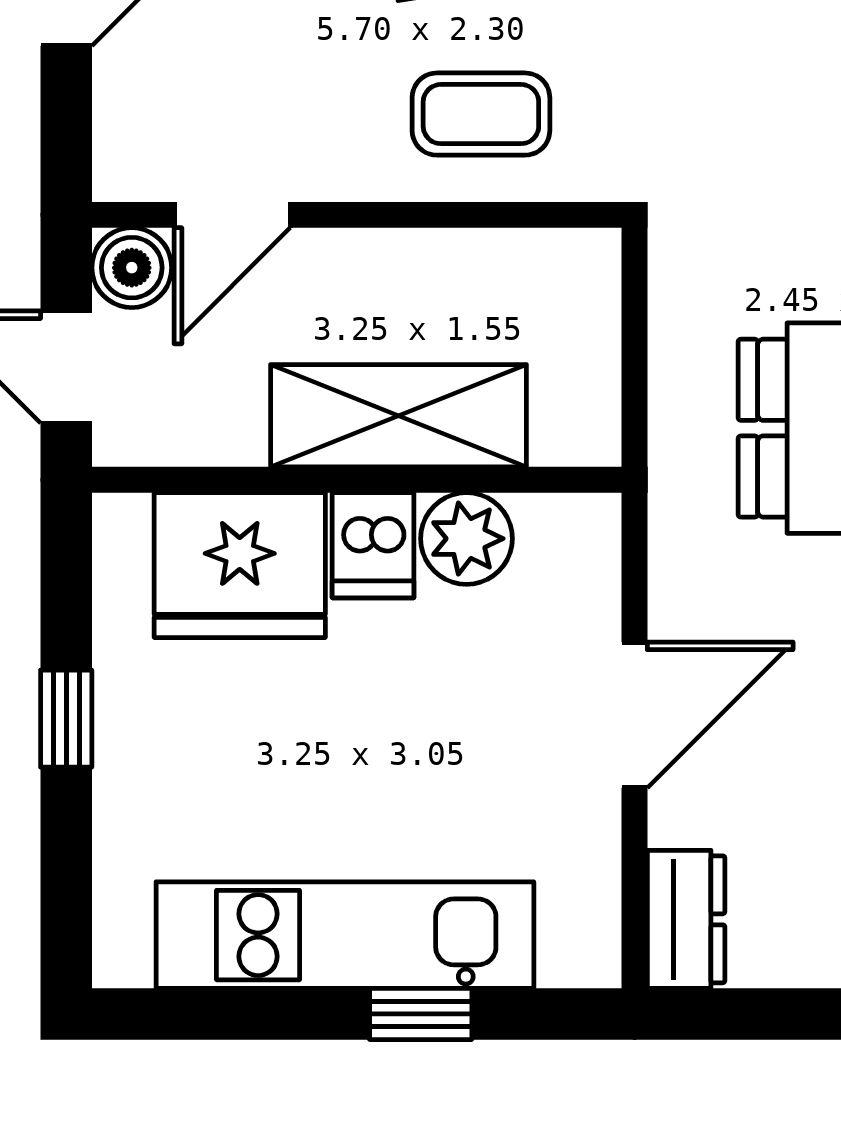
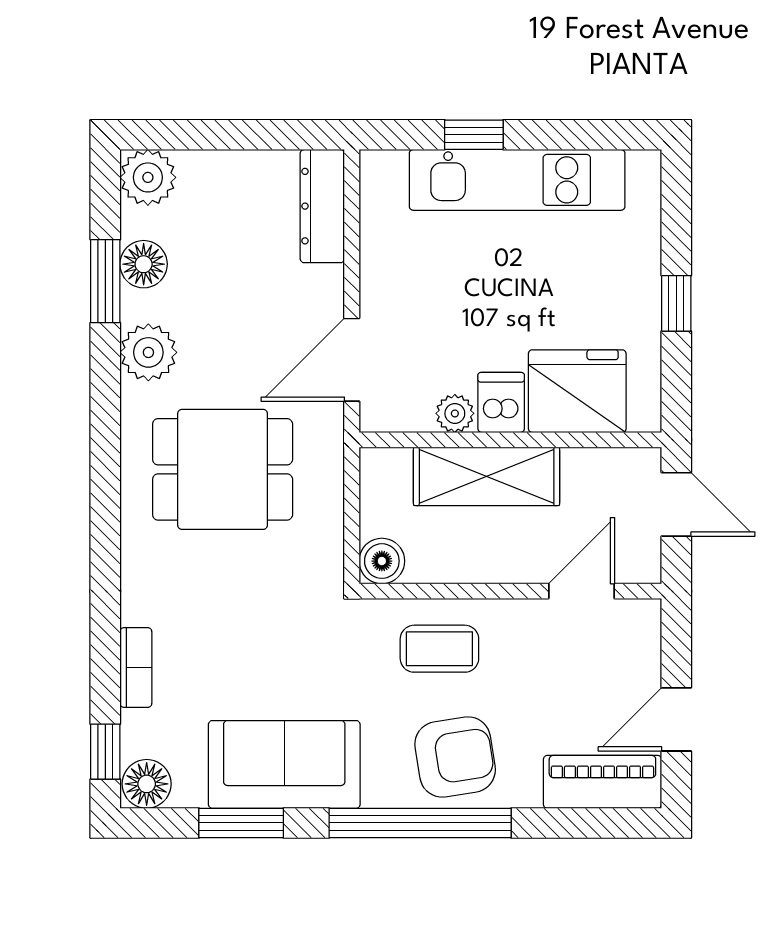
boiler: (132, 268) -> (382, 561), moved
plant: (466, 539) -> (455, 413), width x0.73, depth x0.73
door: (634, 715) -> (352, 360), moved
dresser: (686, 919) -> (322, 206), width x1.44

